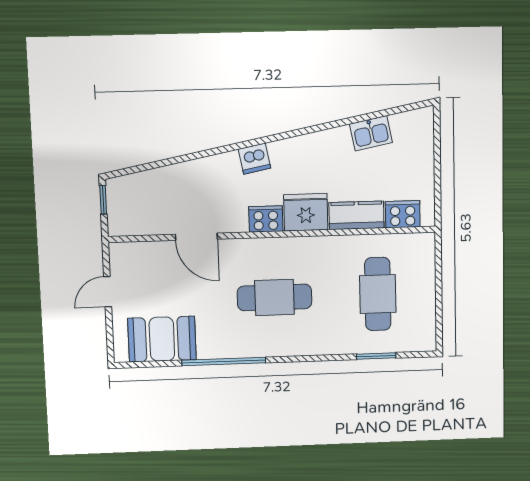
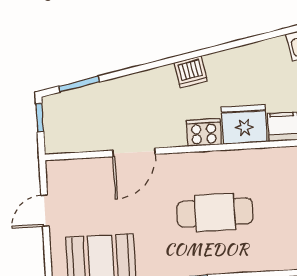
window: (143, 168) -> (79, 84), added
door: (196, 237) -> (134, 152), hinge flipped

